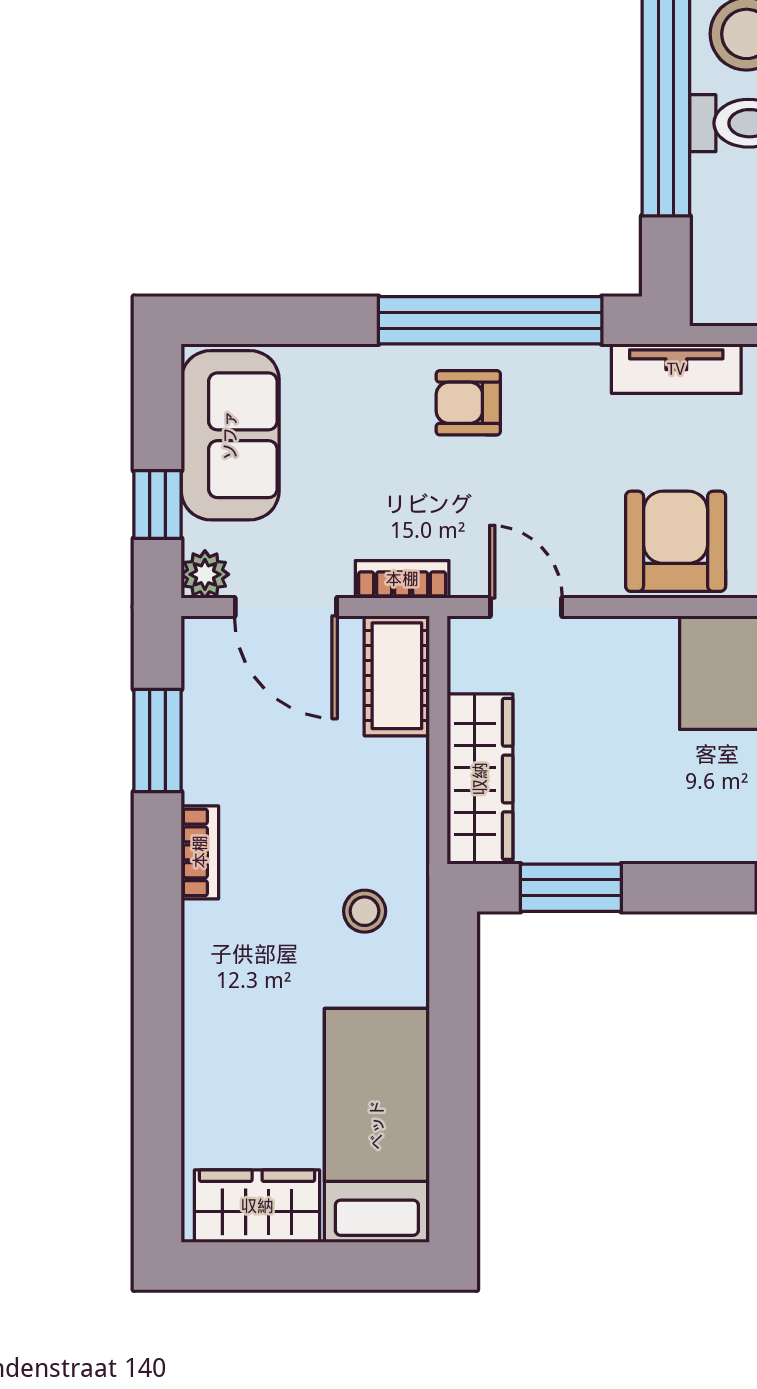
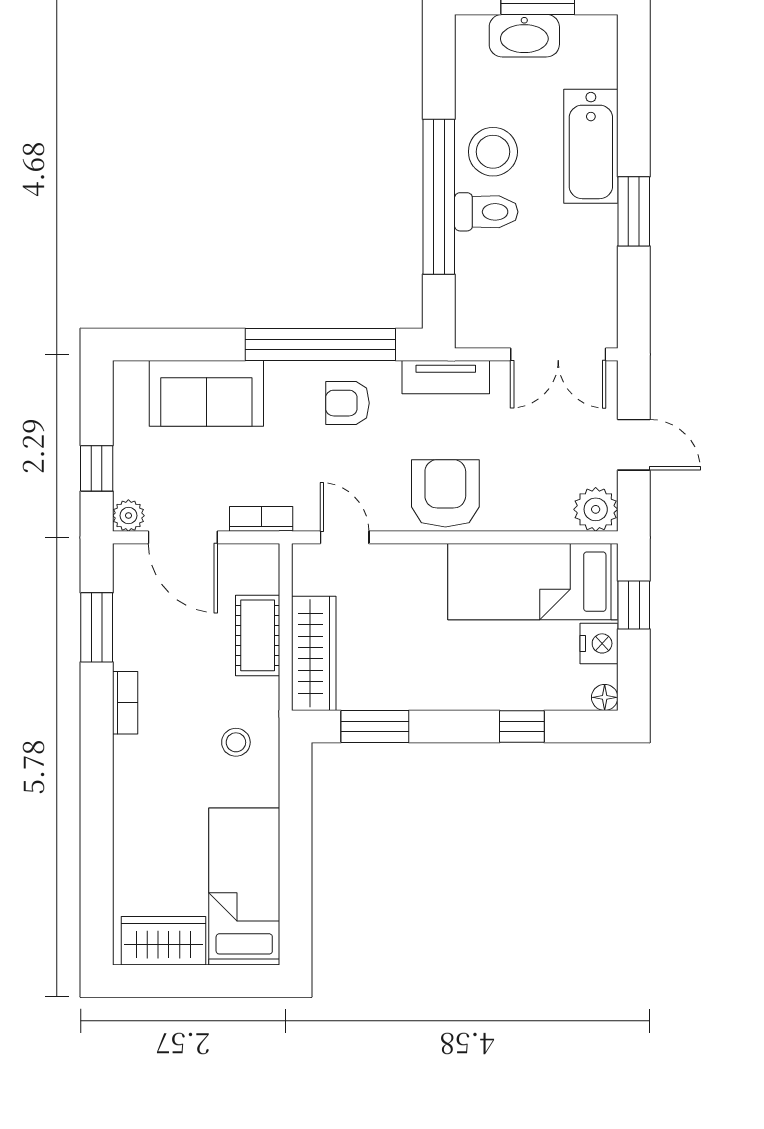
armchair: (468, 403) -> (347, 403), moved
sofa: (230, 435) -> (206, 393), moved, turned 90
cot: (397, 676) -> (258, 635), moved

